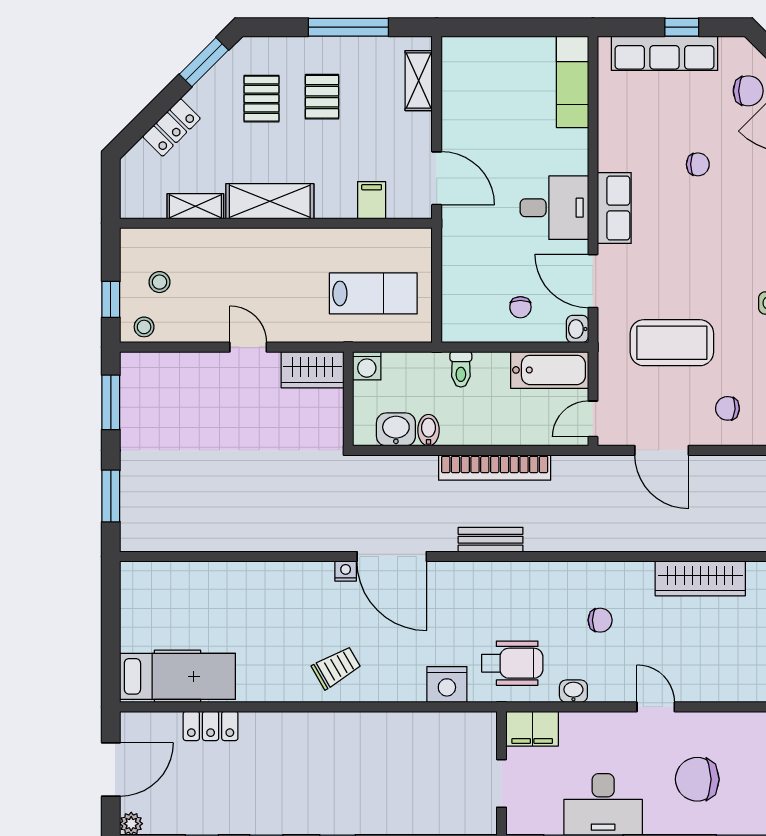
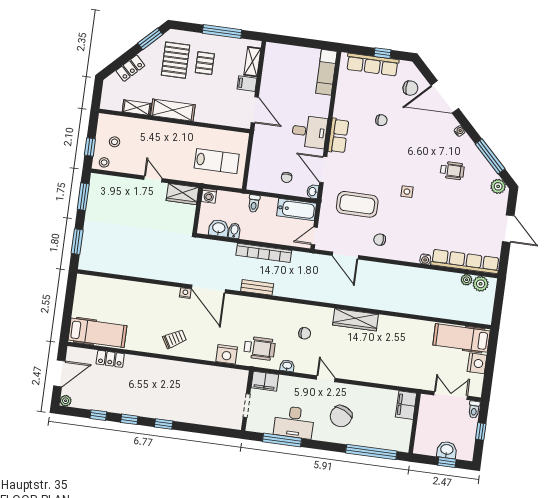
pallet: (261, 99) -> (176, 60), width x1.50, depth x1.42
filing cabinet: (372, 200) -> (247, 84), moved, turned -90
chair: (697, 779) -> (341, 416), turned -65

